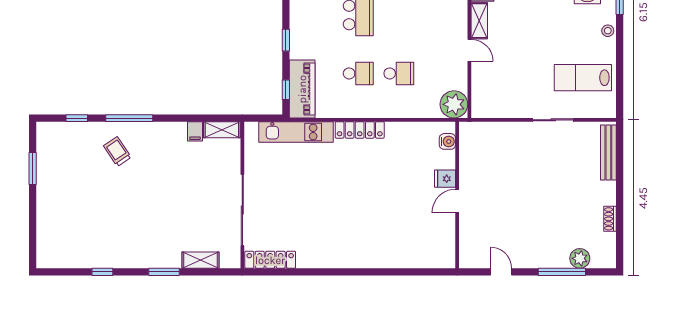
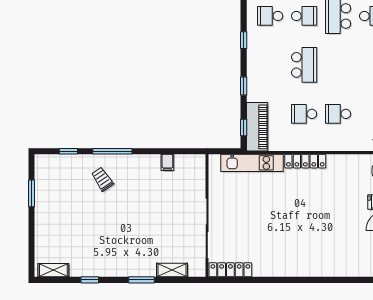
school desk: (358, 73) -> (304, 114), turned 180
school desk: (399, 73) -> (338, 114), turned 180
shelving: (222, 130) -> (53, 270), moved

